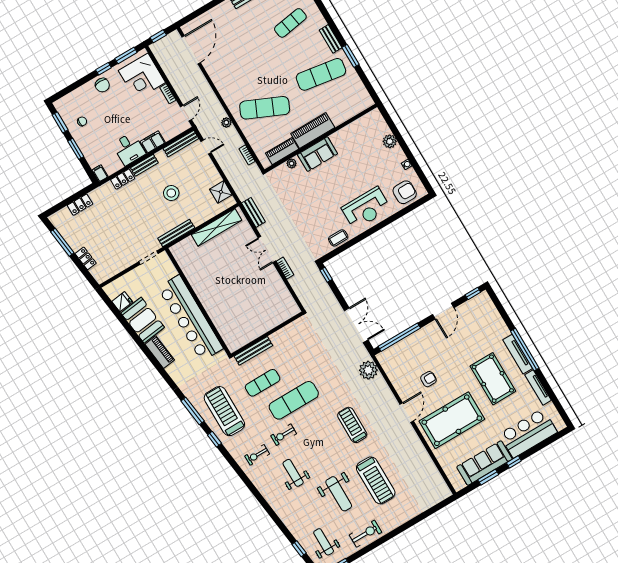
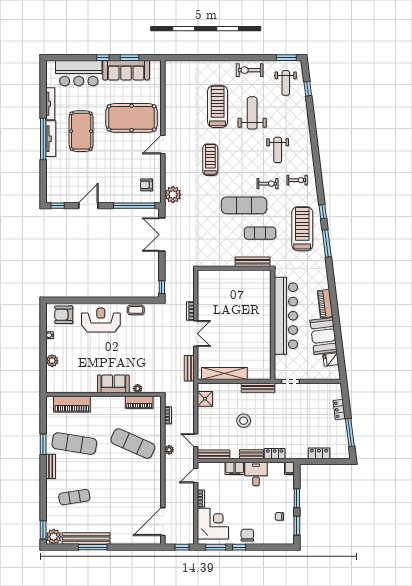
piano: (313, 131) -> (72, 404), moved
armchair: (428, 379) -> (146, 185), moved
treadmill: (224, 411) -> (302, 229), turned 180
treadmill: (352, 425) -> (210, 160), turned 180

